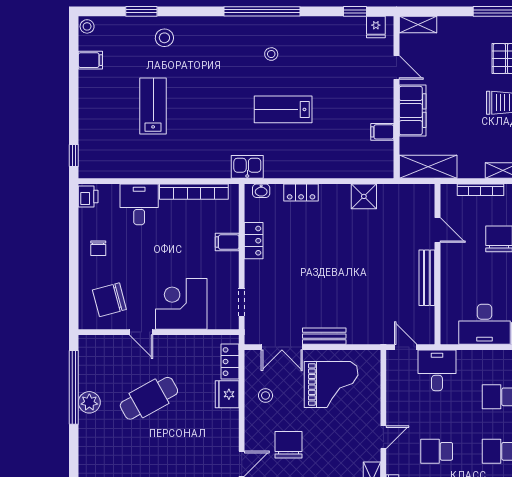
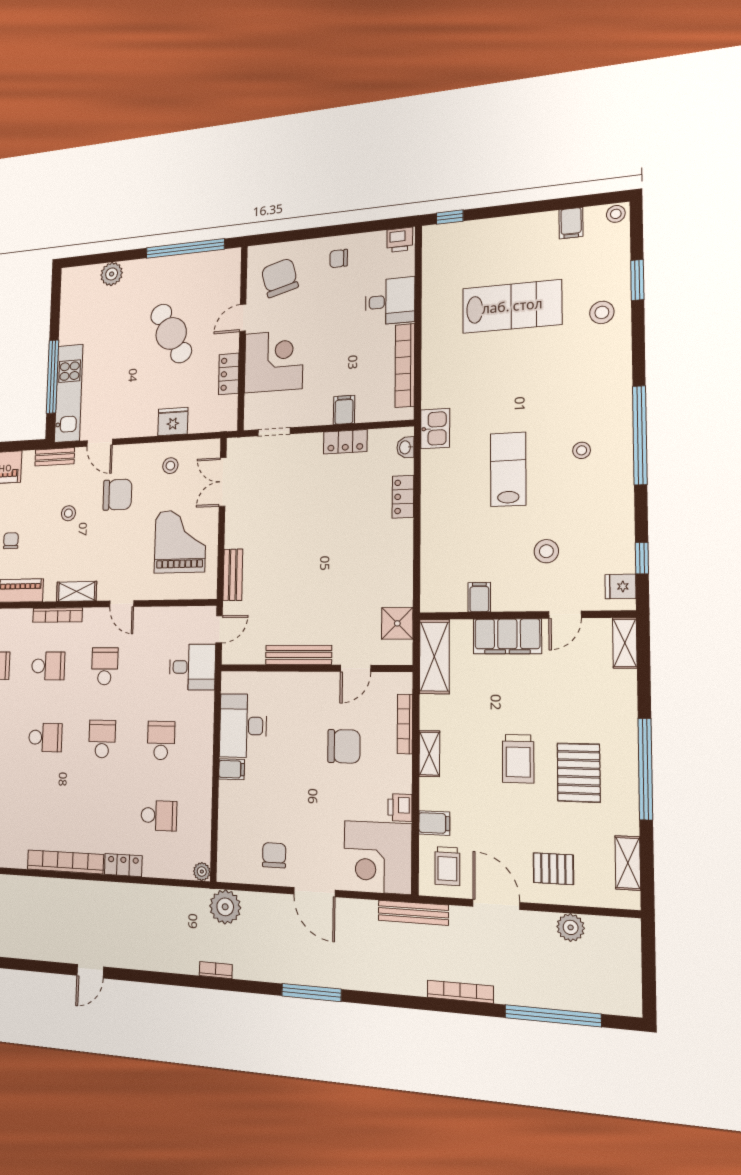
stool: (348, 81) -> (546, 551), added
lab bench: (153, 106) -> (512, 306), width x1.36, depth x1.39
shower: (364, 196) -> (397, 623), moved
bench: (324, 336) -> (233, 575), moved
locker: (230, 362) -> (229, 374), moved, turned -90
grand piano: (331, 384) -> (180, 541), turned 180
plant: (89, 402) -> (112, 274), moved

